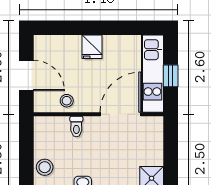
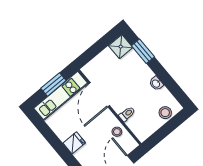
window: (171, 76) -> (53, 84), width x1.50
door: (120, 114) -> (99, 95), hinge flipped

